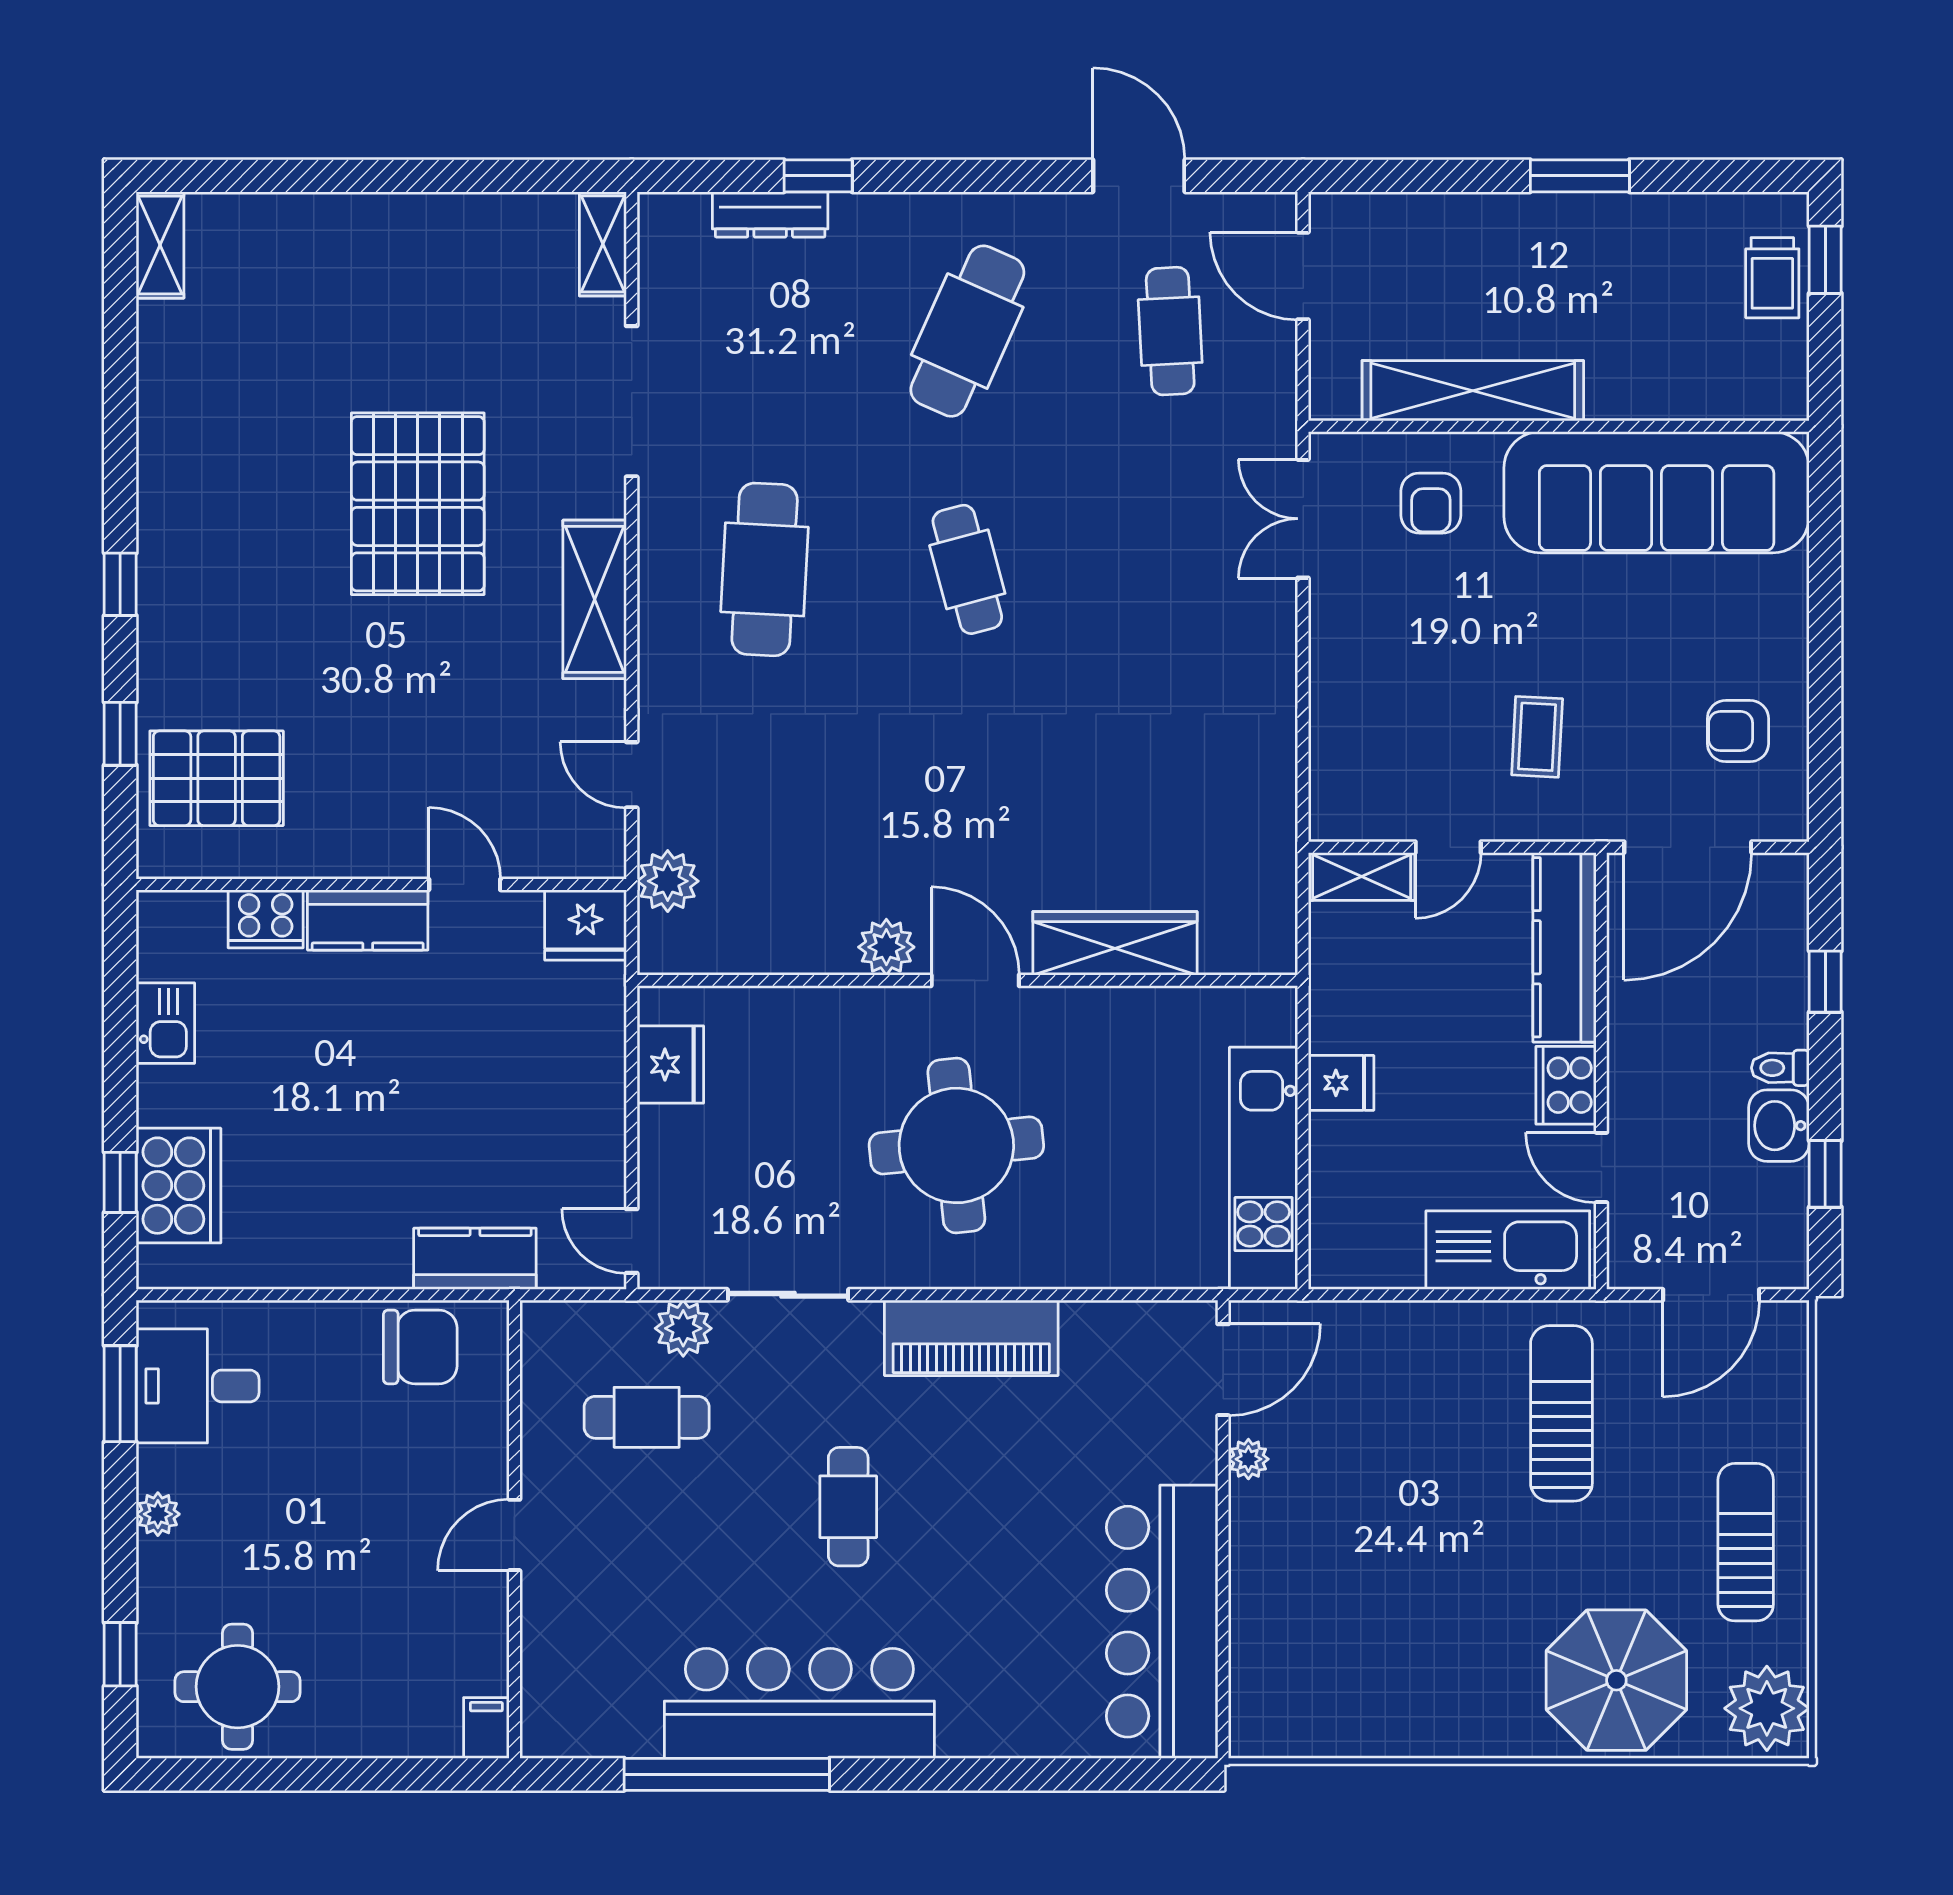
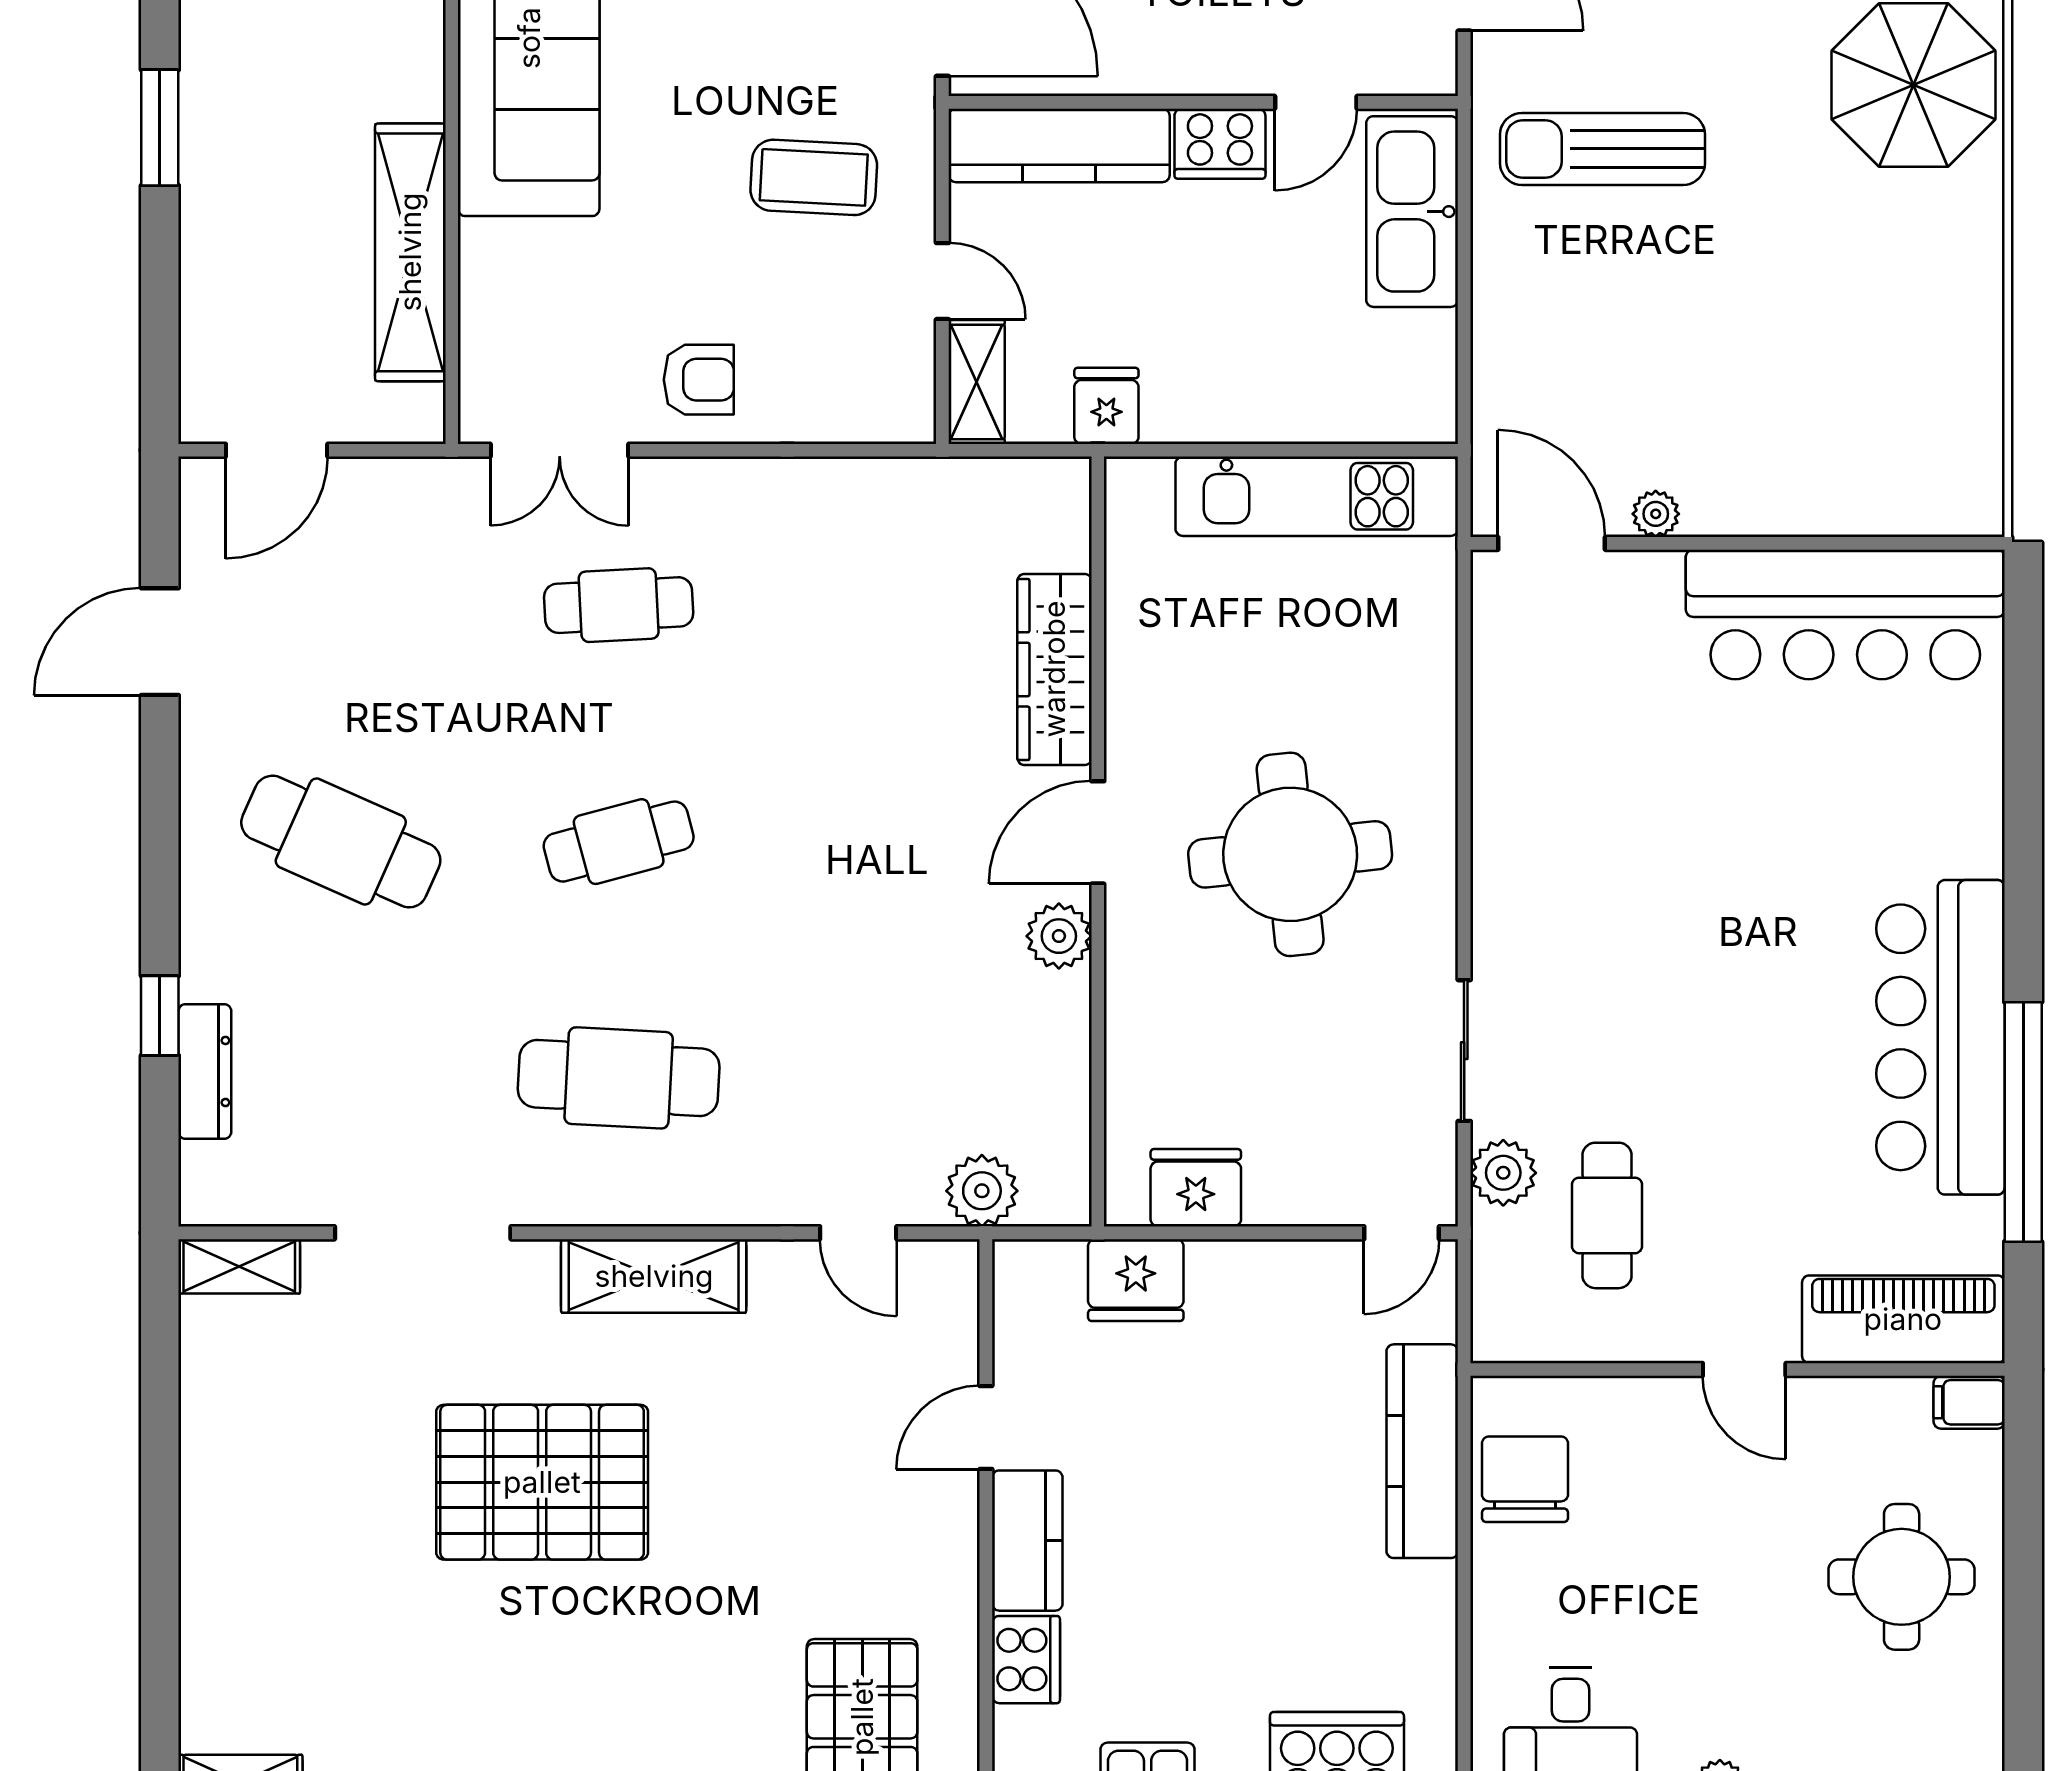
cafe table: (1170, 331) -> (619, 605), moved
armchair: (1431, 503) -> (699, 380), moved
coffee table: (1537, 737) -> (814, 177), width x1.36, depth x1.30
door: (632, 775) -> (858, 1233), hinge flipped
fridge: (586, 925) -> (1136, 1280), moved, turned 90
fridge: (1341, 1083) -> (1106, 406), moved
kitchen counter: (475, 1259) -> (1422, 1451), width x1.50
piano: (971, 1338) -> (1903, 1319), moved, turned -90
cafe table: (848, 1507) -> (1711, 980), removed
round table: (238, 1687) -> (1902, 1577), moved

